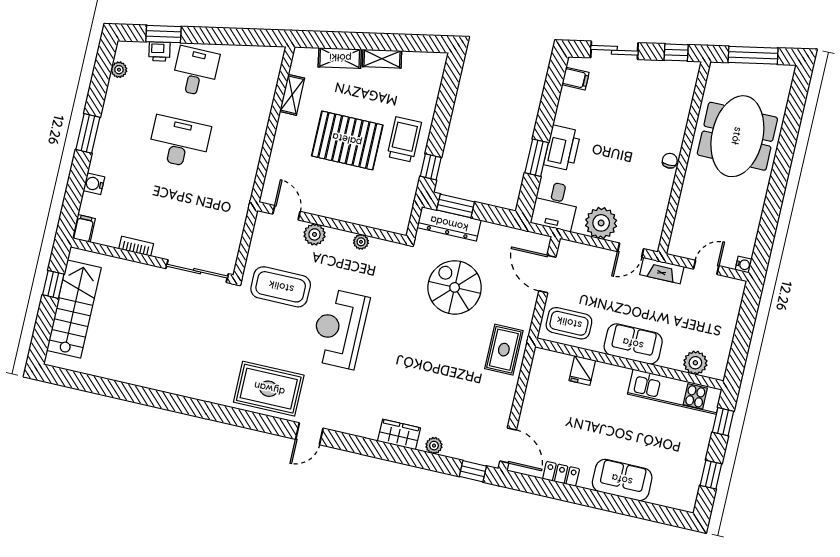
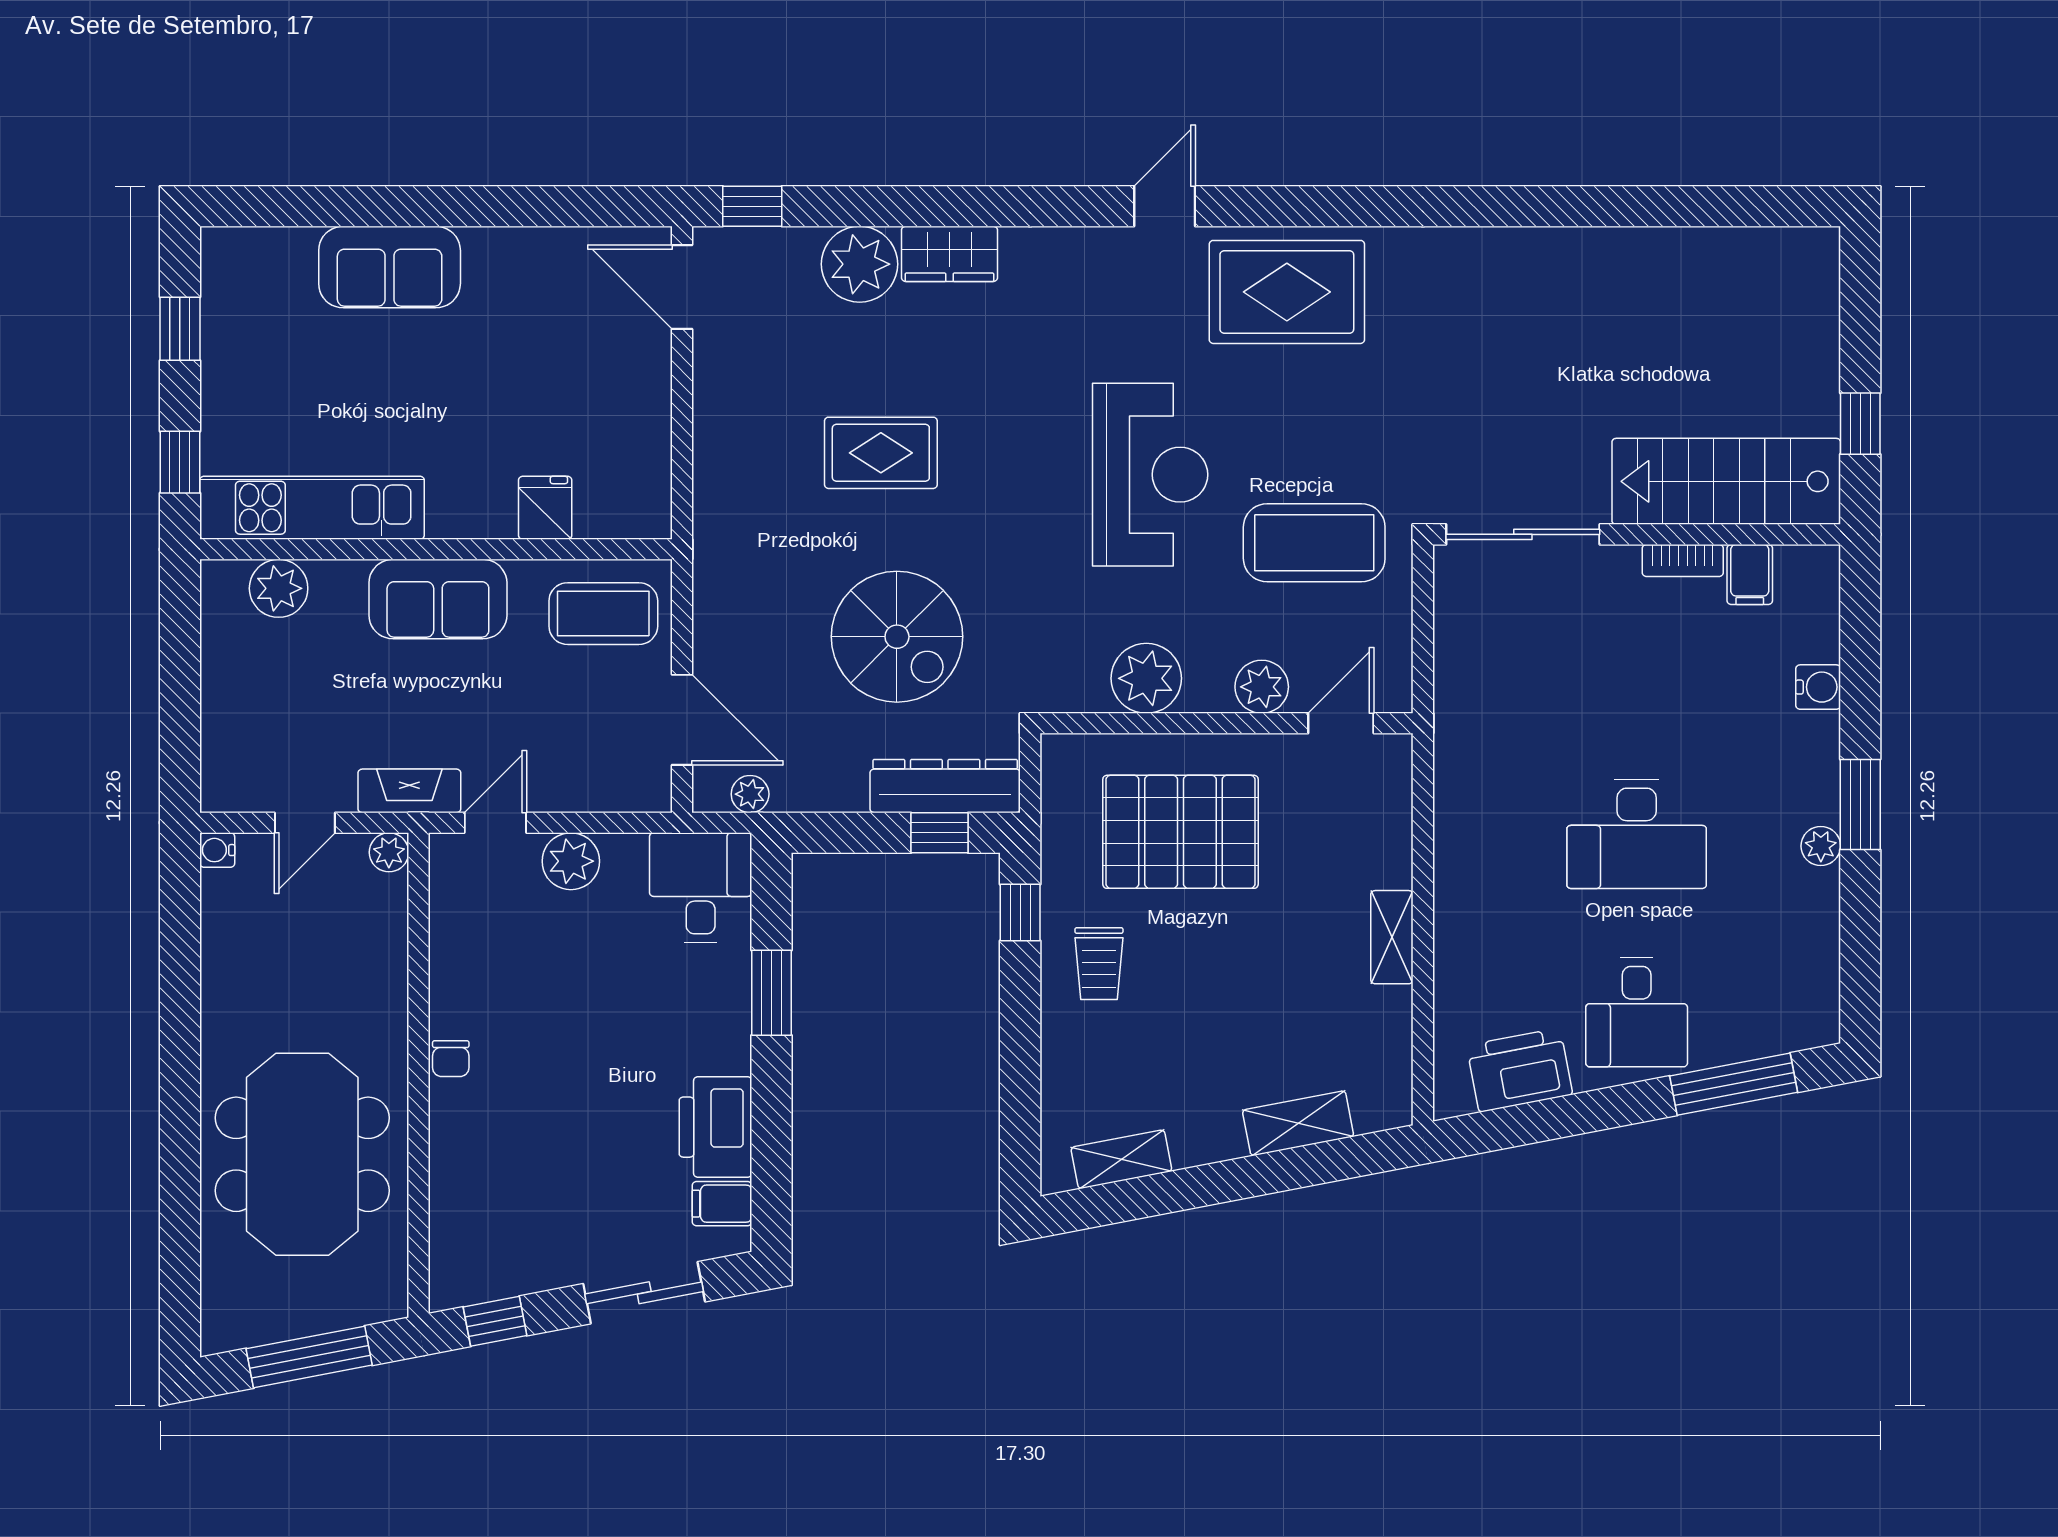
window: (163, 34) -> (1734, 1084), width x1.44
printer: (160, 51) -> (1520, 1070), moved, width x1.87, depth x1.48
shelving: (382, 59) -> (1121, 1159), moved
plant: (119, 70) -> (1821, 846), moved
shelving: (292, 95) -> (1392, 937), moved
trolley: (404, 139) -> (1099, 964), width x0.73, depth x0.72
pallet: (347, 140) -> (1181, 832), moved
printer: (562, 148) -> (715, 1127), moved
window: (456, 206) -> (940, 833), width x0.67
door: (286, 213) -> (1341, 723), swing flipped
plant: (601, 223) -> (571, 861), width x0.73, depth x0.73
filing cabinet: (84, 228) -> (1750, 574), moved
plant: (527, 238) -> (750, 794), added
plant: (361, 242) -> (1146, 678), width x1.88, depth x1.88
plant: (676, 248) -> (389, 852), added
stairs: (74, 309) -> (1726, 481), moved, turned 90
rug: (504, 350) -> (881, 453), moved, turned 90
plant: (434, 446) -> (860, 264), width x1.88, depth x1.88
locker: (561, 474) -> (539, 248), removed

